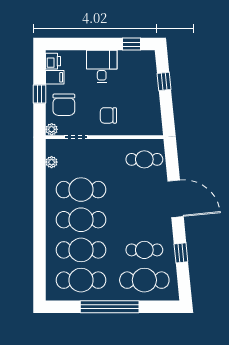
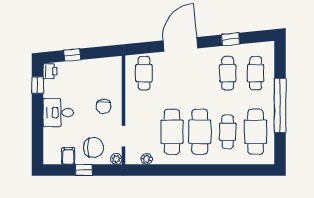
printer: (53, 61) -> (50, 71), moved, turned 90
cafe table: (81, 250) -> (228, 132), width x0.73, depth x0.74
cafe table: (144, 280) -> (256, 73), width x0.73, depth x0.74

